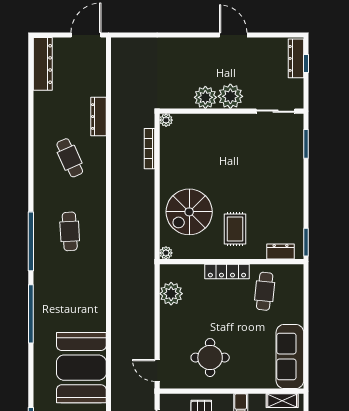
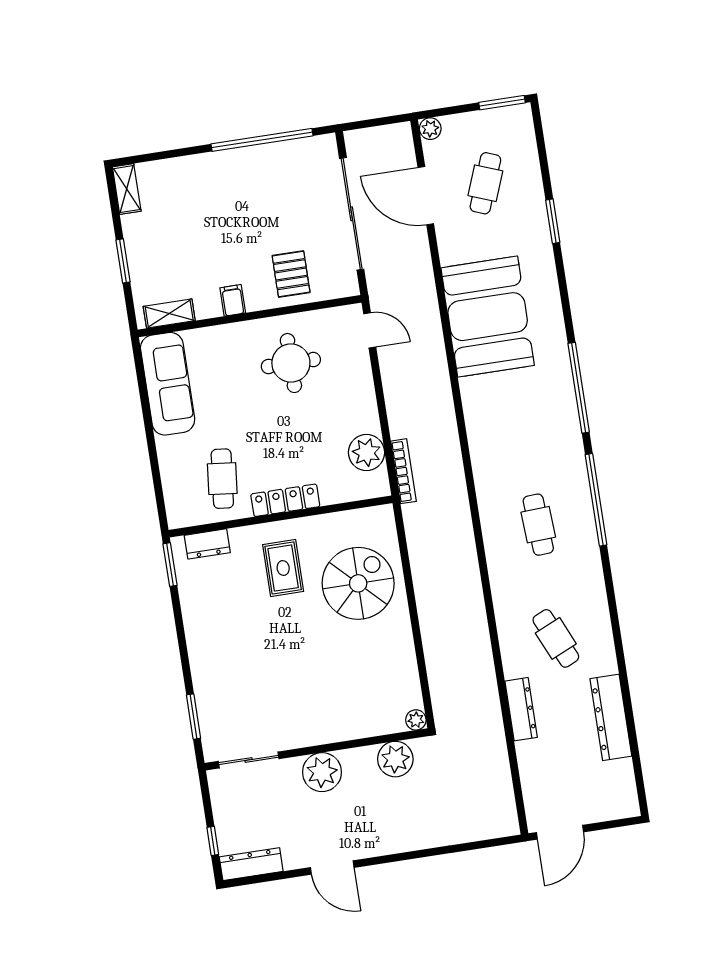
dresser: (296, 58) -> (251, 864), moved, turned -90
dresser: (43, 64) -> (611, 717), moved
plant: (205, 97) -> (395, 759), moved
bookcase: (150, 149) -> (404, 471), moved
plant: (166, 253) -> (384, 514), removed

